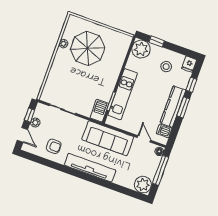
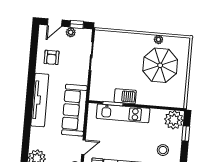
barbecue: (99, 111) -> (125, 96), moved

